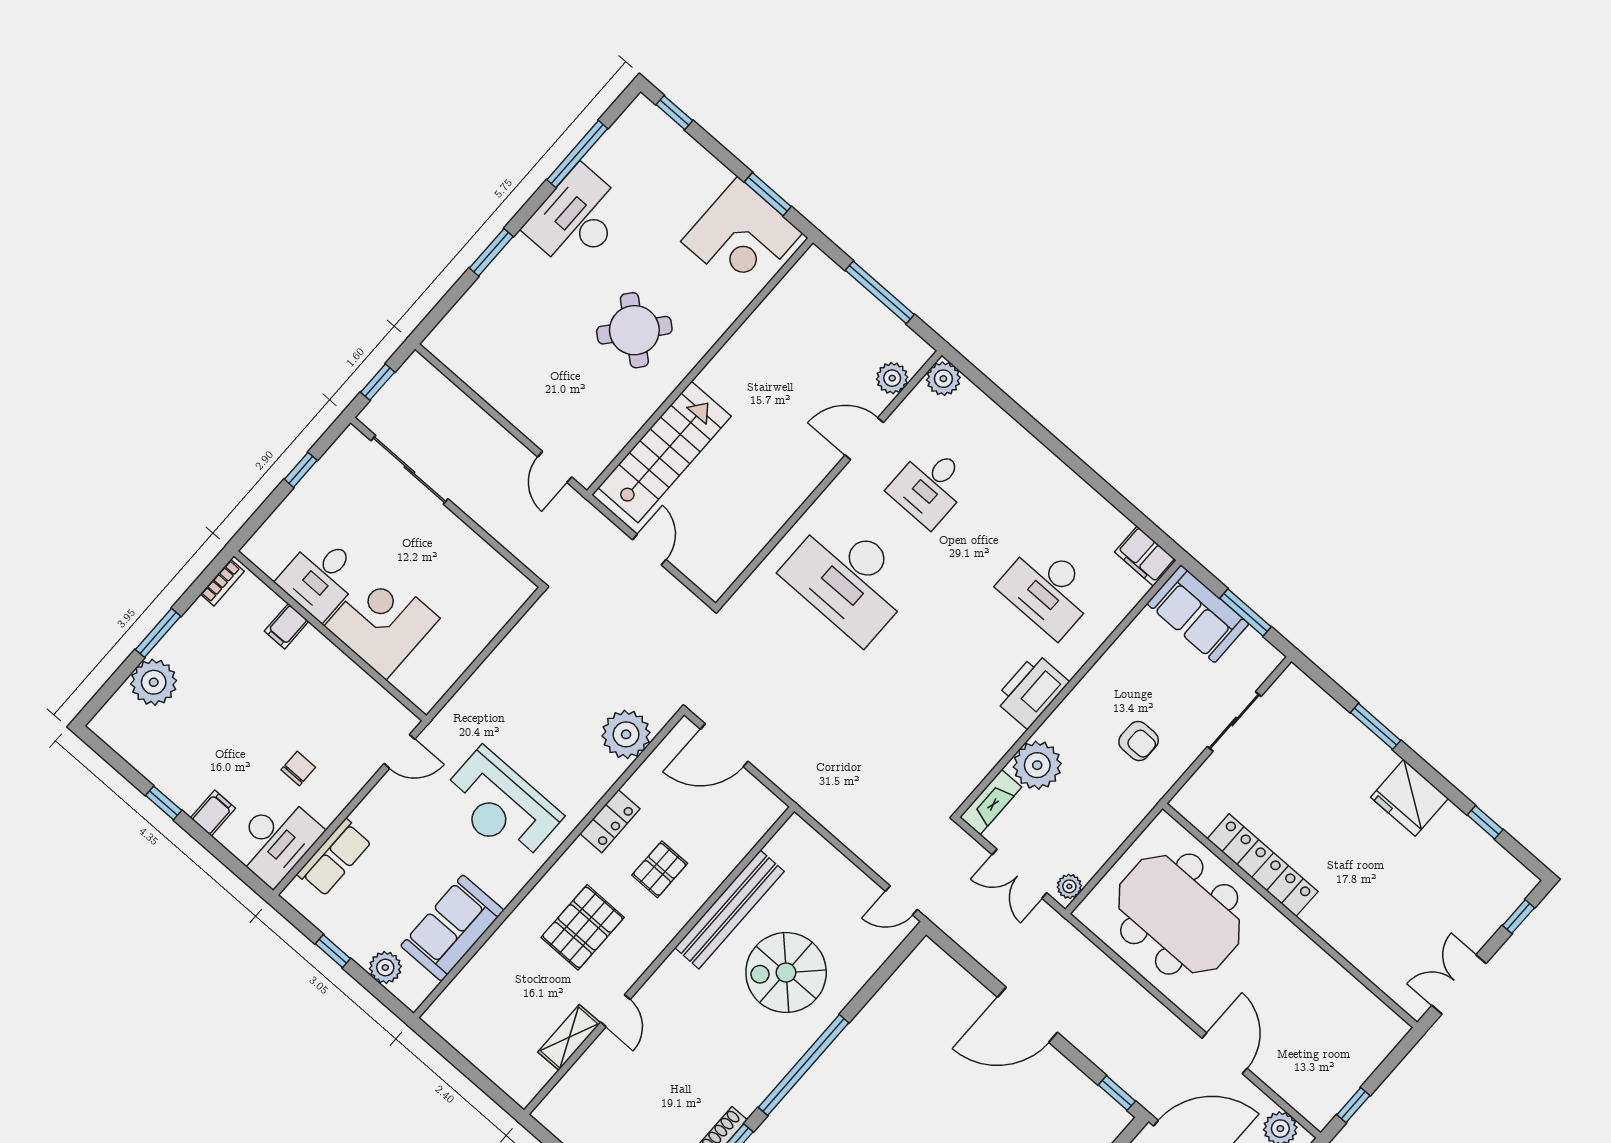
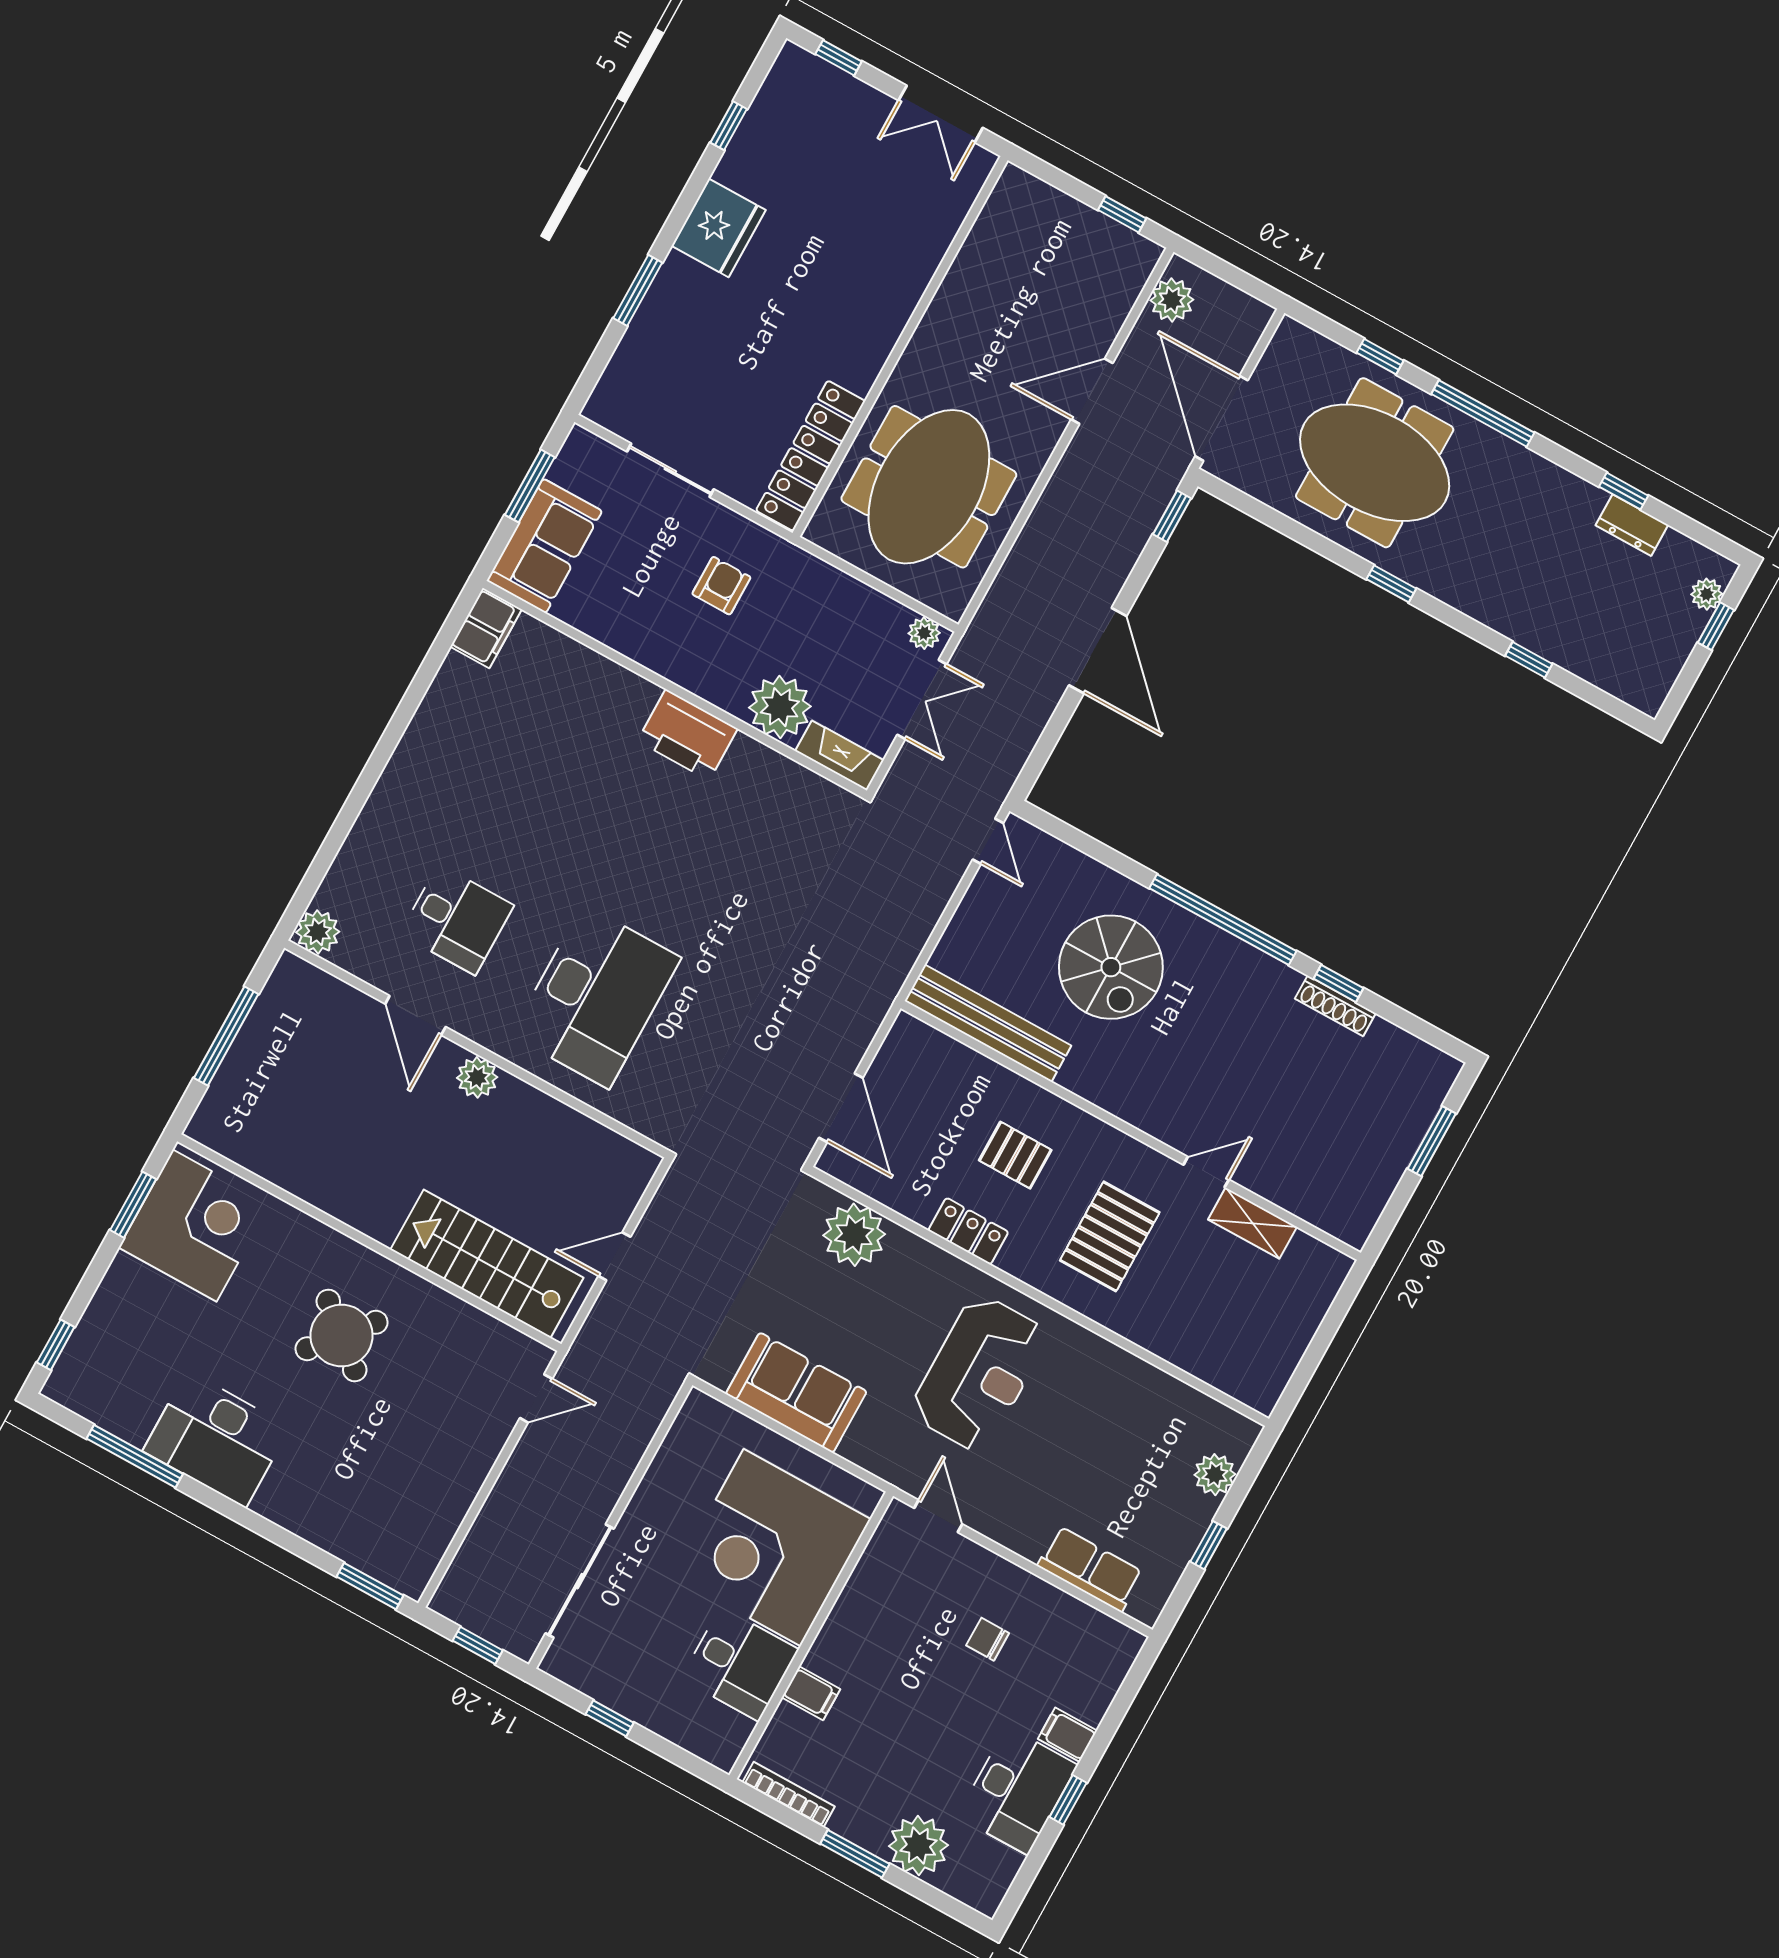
window: (491, 252) -> (370, 1586), moved
plant: (892, 378) -> (477, 1077), moved
bookcase: (222, 583) -> (788, 1794), width x1.56
desk: (1048, 589) -> (555, 742), removed
corner desk: (382, 622) -> (772, 1548), width x1.36, depth x1.36
desk: (276, 840) -> (1017, 1791), moved, turned 90
locker: (1262, 865) -> (811, 456), moved
bench: (730, 910) -> (988, 1023), moved
pallet: (583, 927) -> (1110, 1236), turned 90
sofa: (452, 928) -> (796, 1393), moved, turned 180

